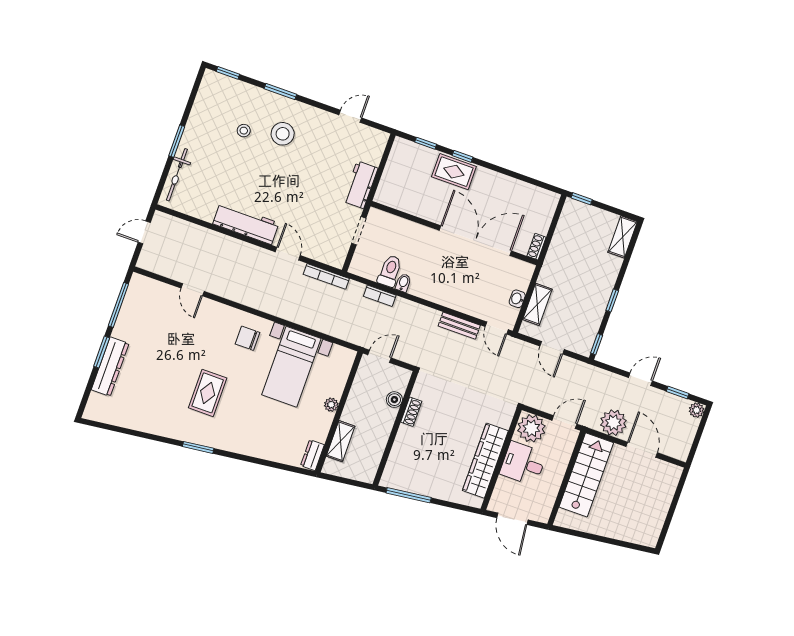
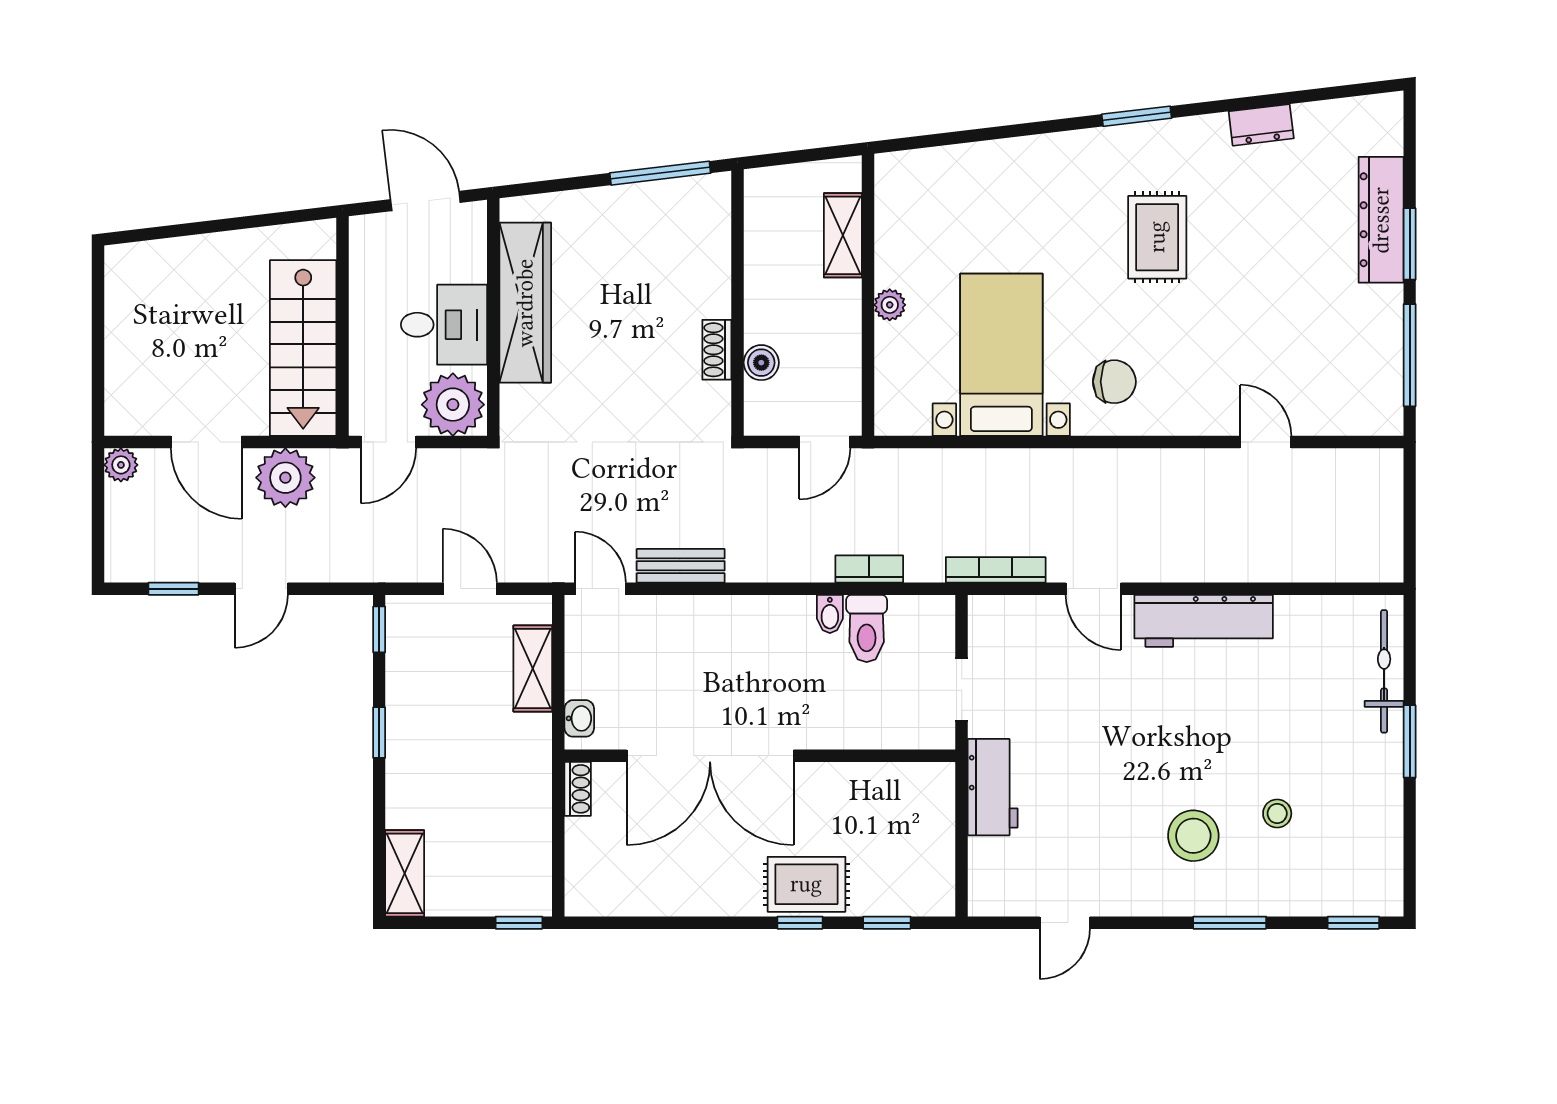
door: (144, 232) -> (1410, 526), removed
washbasin: (517, 299) -> (579, 718), moved
plant: (696, 410) -> (121, 465), moved
dresser: (312, 455) -> (1261, 125), moved, turned 83

